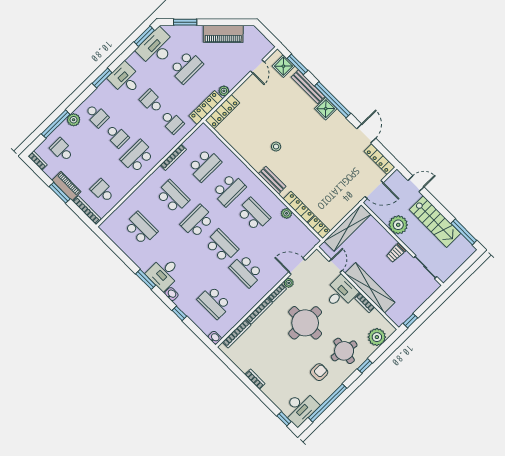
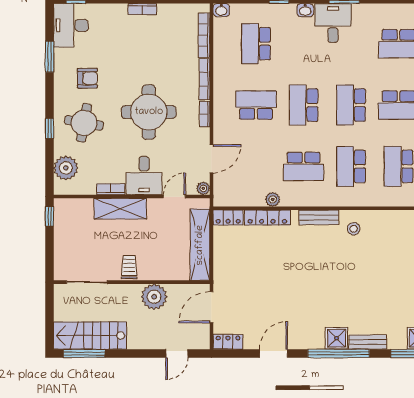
bench: (308, 87) -> (368, 342), width x0.73
door: (366, 134) -> (273, 353), swing flipped
stool: (276, 147) -> (354, 229), moved
locker: (380, 159) -> (228, 342), width x0.66
school desk: (197, 221) -> (351, 105), turned 180
stairs: (435, 222) -> (90, 336), moved
school desk: (222, 246) -> (304, 105), turned 90
door: (336, 266) -> (174, 197), swing flipped
plant: (289, 283) -> (203, 188), moved
shelving: (370, 288) -> (120, 209), width x0.68
school desk: (214, 302) -> (256, 44), turned -90
armchair: (319, 372) -> (87, 78), turned -90
window: (327, 403) -> (49, 57), width x0.47

